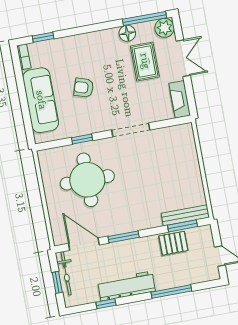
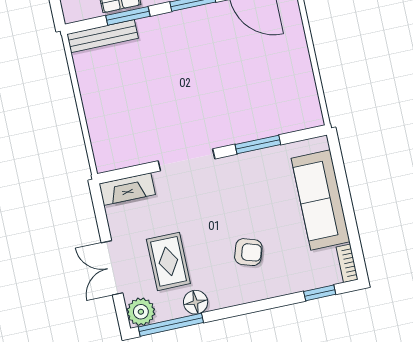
armchair: (84, 88) -> (248, 252), moved
fireplace: (180, 99) -> (127, 189), moved, turned 90
window: (82, 139) -> (258, 145), width x1.50
round table: (87, 180) -> (248, 85), removed
window: (182, 226) -> (128, 16), moved

